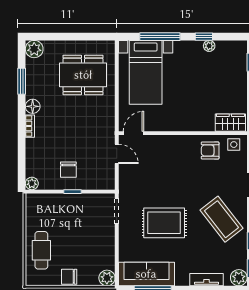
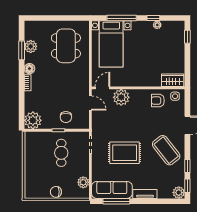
plant: (34, 49) -> (31, 46), moved
dining table: (83, 75) -> (66, 46), turned 90
plant: (159, 146) -> (121, 97), added
chair: (68, 170) -> (66, 117), moved
plant: (32, 183) -> (33, 120), width x1.87, depth x1.87
cafe table: (41, 250) -> (61, 153), moved
plant: (107, 278) -> (83, 182), moved
tv unit: (206, 280) -> (145, 194), moved

